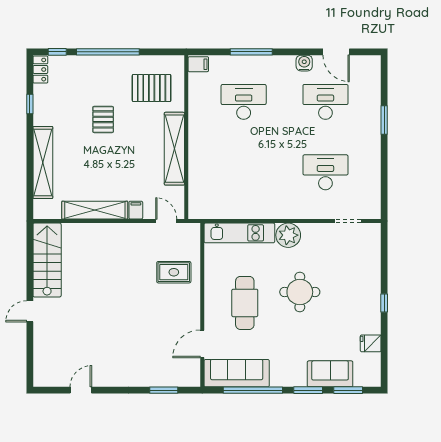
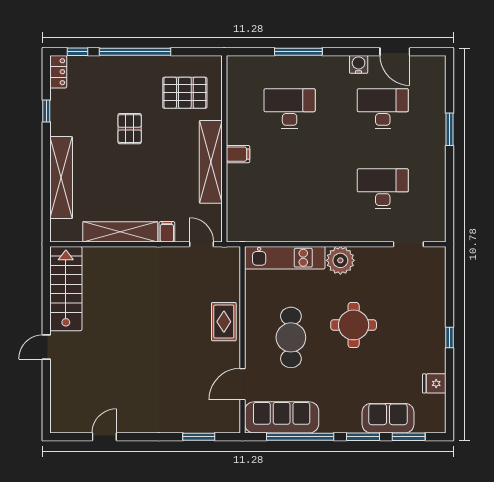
filing cabinet: (198, 64) -> (238, 154), moved
rug: (174, 272) -> (224, 322), moved, turned 90

